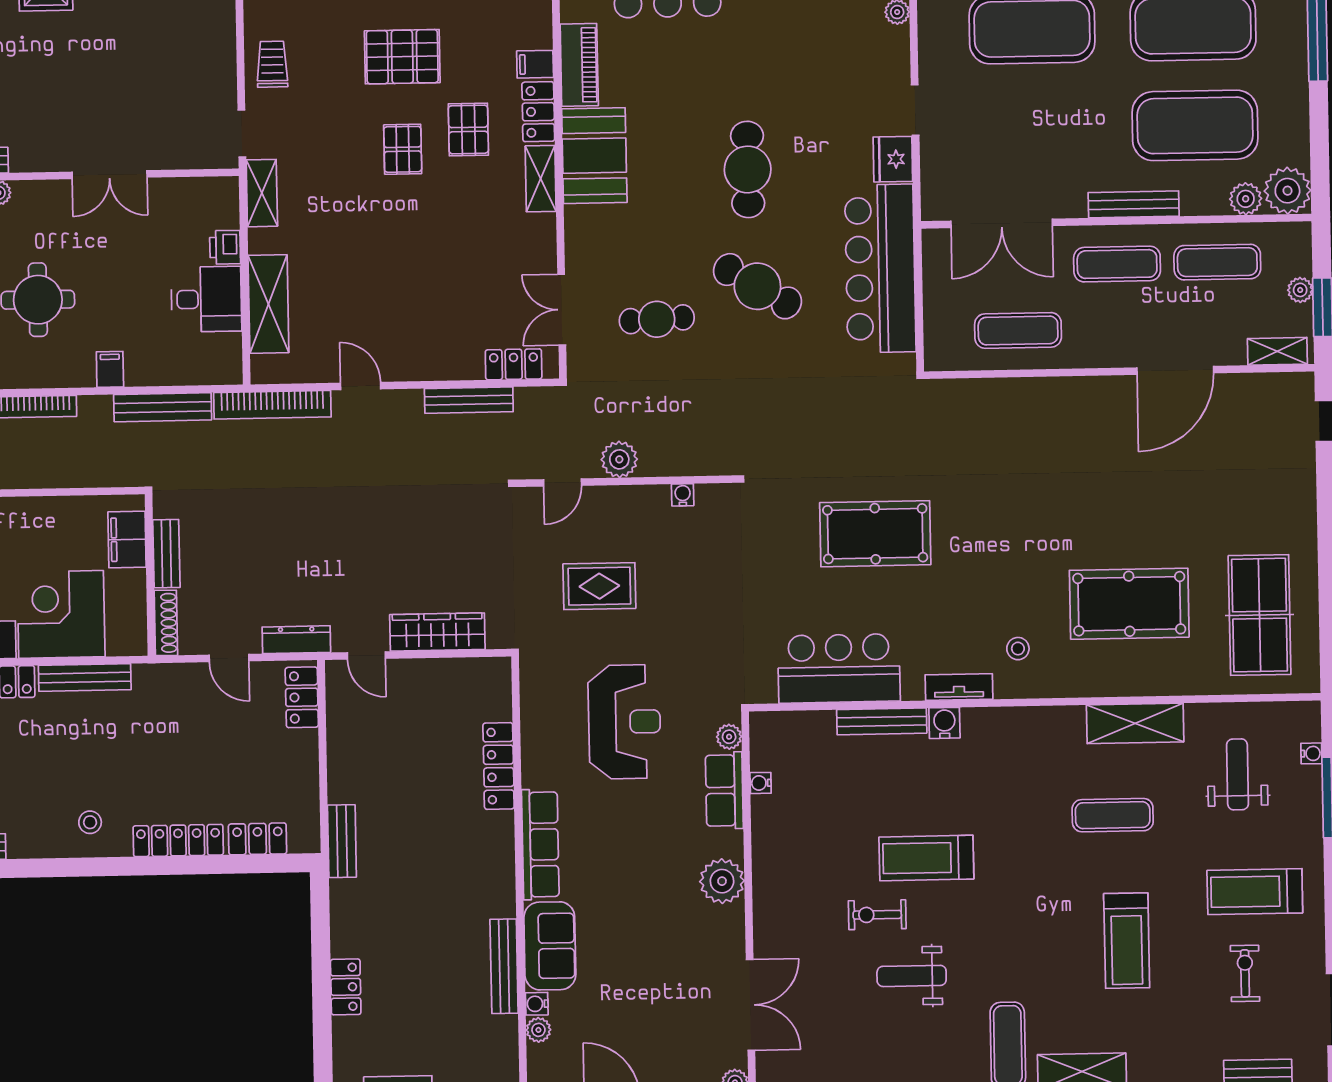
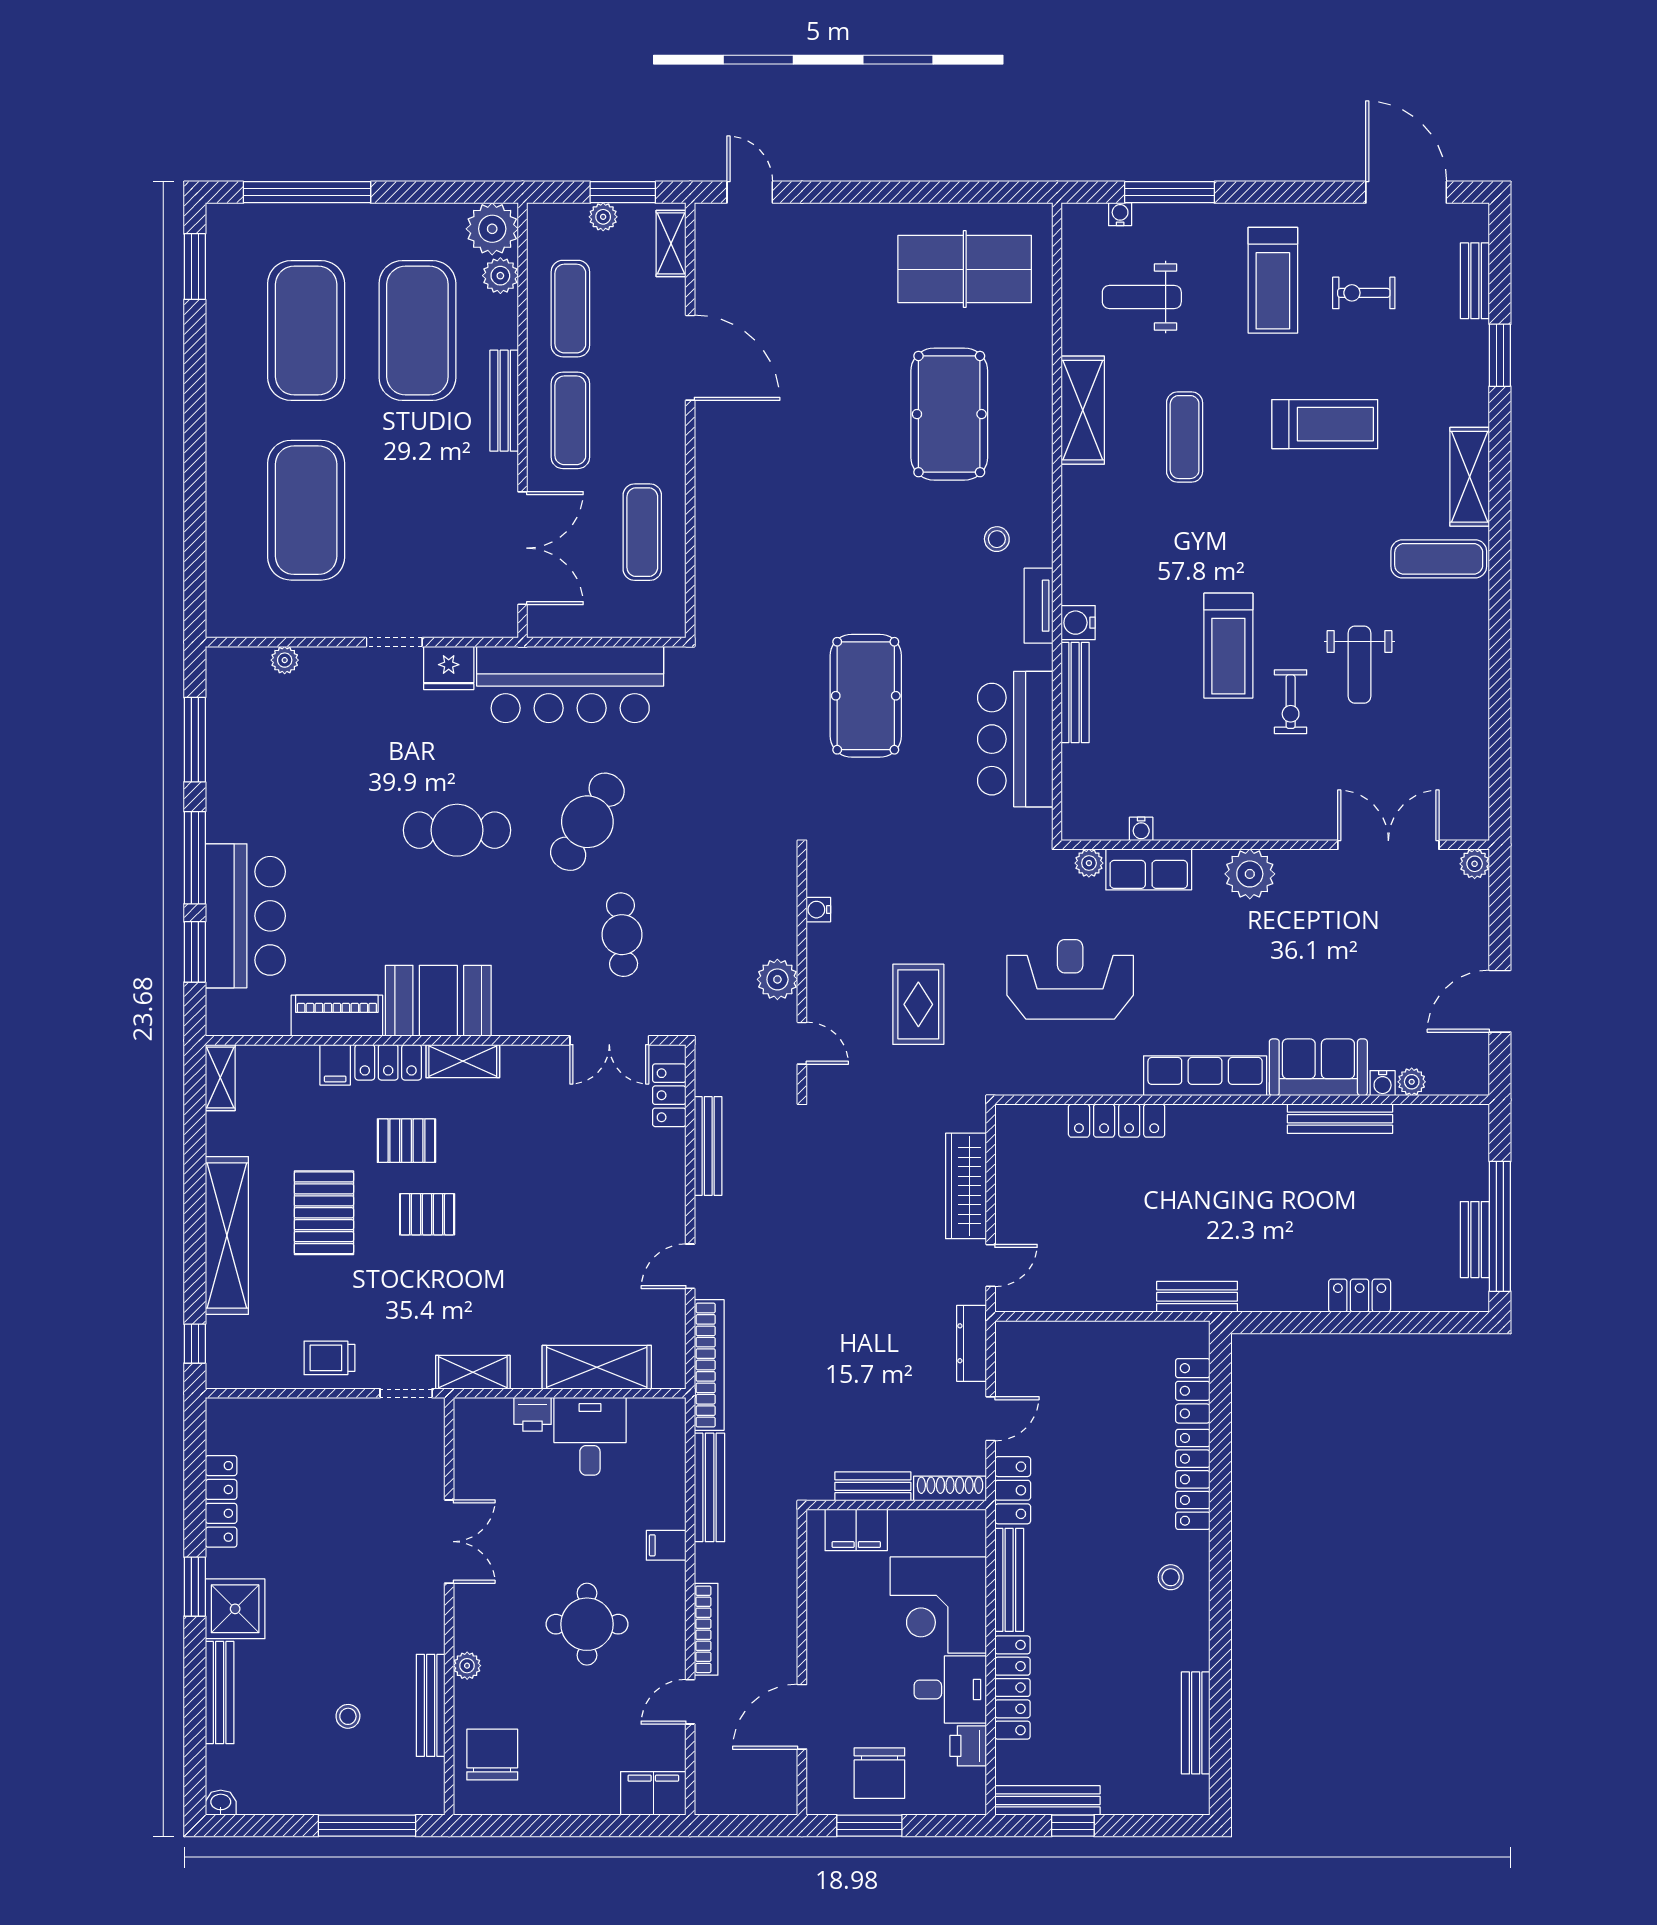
locker: (302, 697) -> (1013, 1490), moved, turned -90

